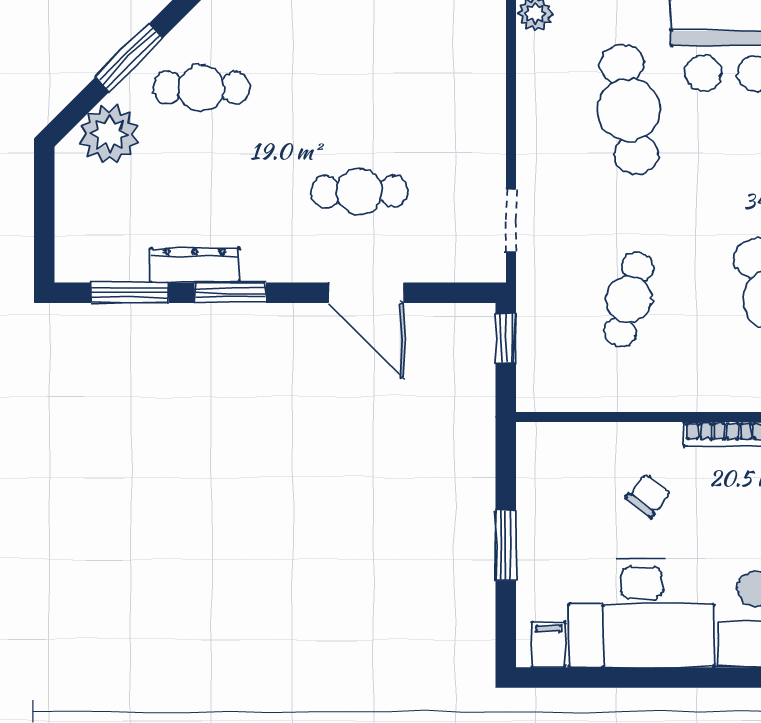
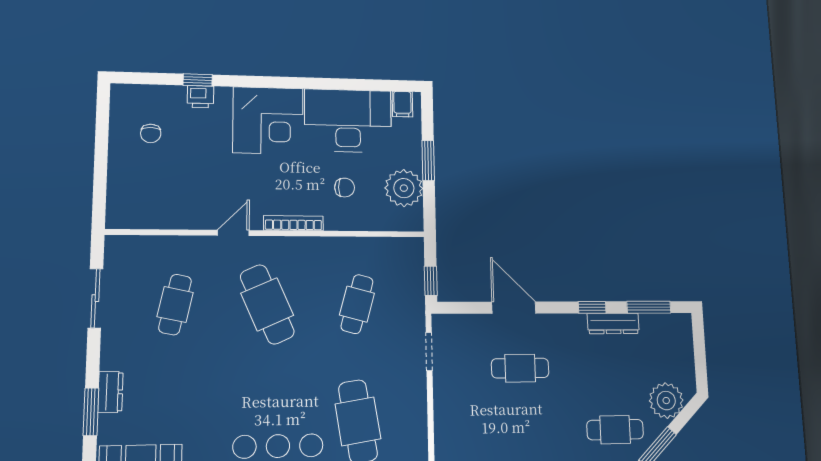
window: (230, 293) -> (592, 307), width x0.67
plant: (548, 496) -> (404, 188), added
chair: (648, 496) -> (345, 188), turned -128

